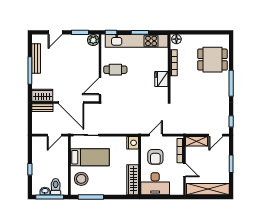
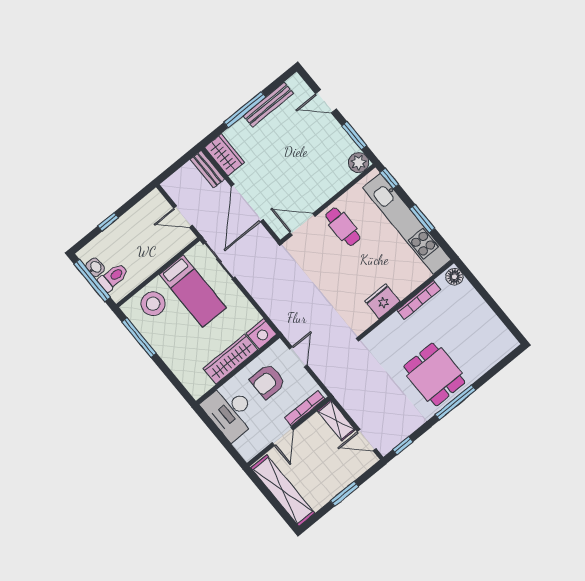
dining table: (212, 60) -> (434, 374), moved
door: (156, 135) -> (298, 357), hinge flipped
wardrobe: (133, 180) -> (230, 359), moved

